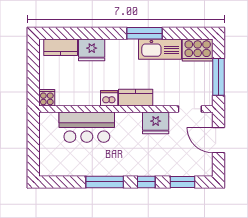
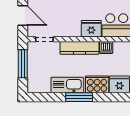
cooker: (198, 50) -> (97, 84), moved
kitchen counter: (136, 98) -> (79, 48), width x1.50
fridge: (156, 123) -> (91, 29), moved

